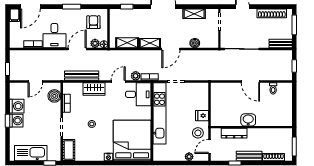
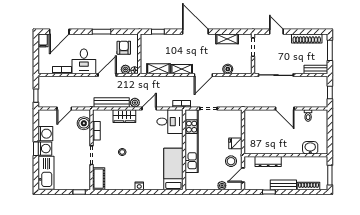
plant: (136, 76) -> (135, 103), moved
washbasin: (248, 120) -> (310, 148), moved
bed: (132, 140) -> (173, 169), width x0.49
kitchen sink: (31, 153) -> (46, 173), moved, turned 90

